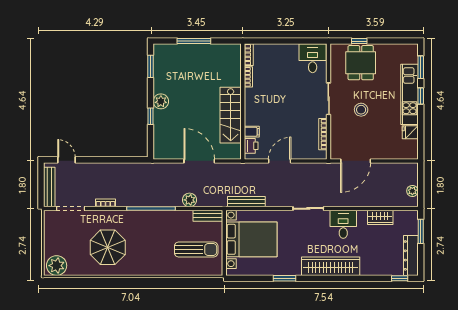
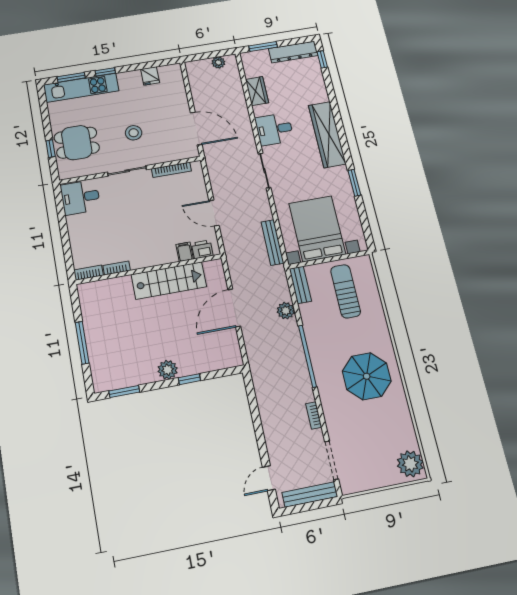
kitchen unit: (410, 94) -> (81, 88), moved
parasol: (108, 247) -> (367, 376), moved

